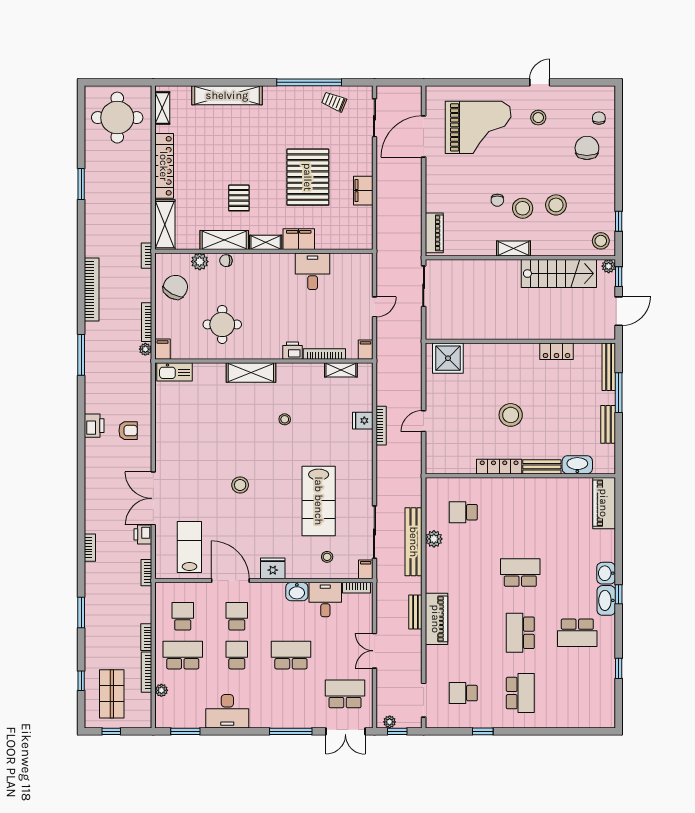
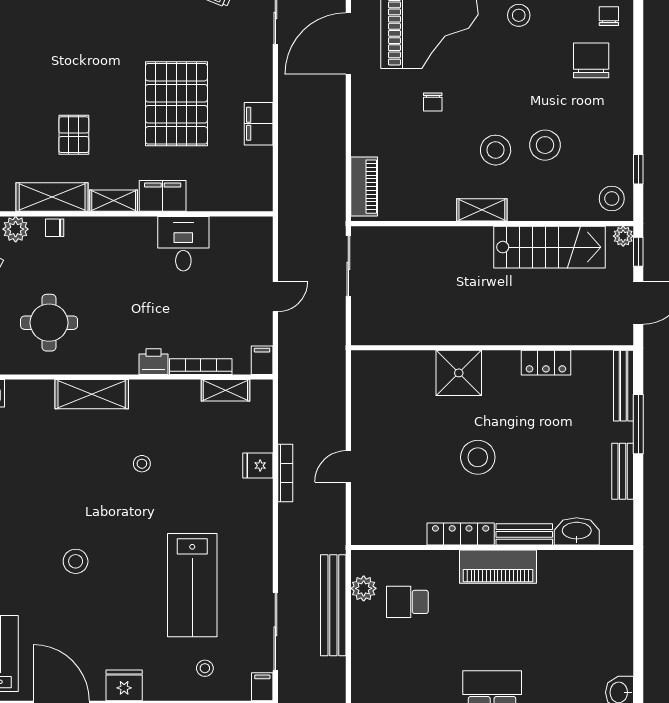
chair: (497, 200) -> (433, 102), moved
shower: (448, 358) -> (459, 373), moved
piano: (604, 503) -> (498, 567), moved, turned -90
plant: (434, 539) -> (364, 588), moved
bench: (414, 542) -> (333, 605), moved

